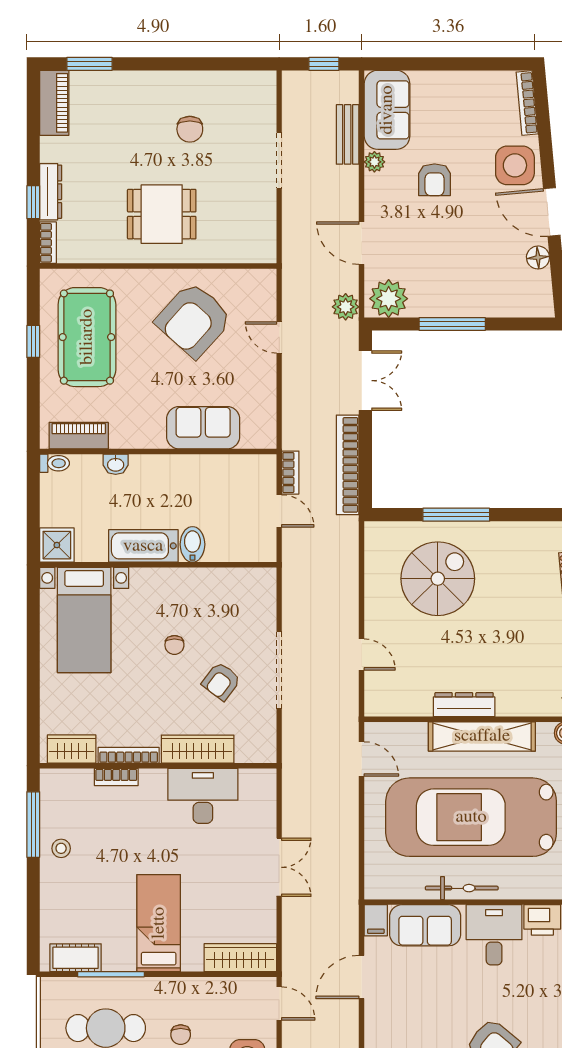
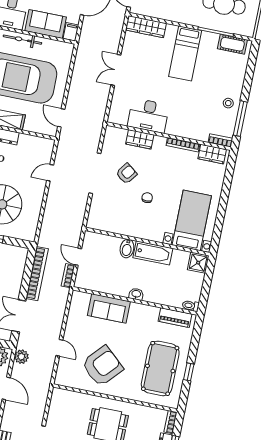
washbasin: (116, 464) -> (136, 294), moved
door: (362, 655) -> (50, 173), hinge flipped
wardrobe: (198, 749) -> (140, 139), width x0.67
bookcase: (116, 777) -> (220, 140), moved

